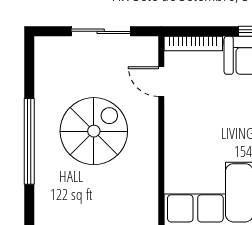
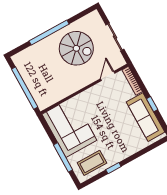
spiral stairs: (94, 131) -> (76, 48), moved

